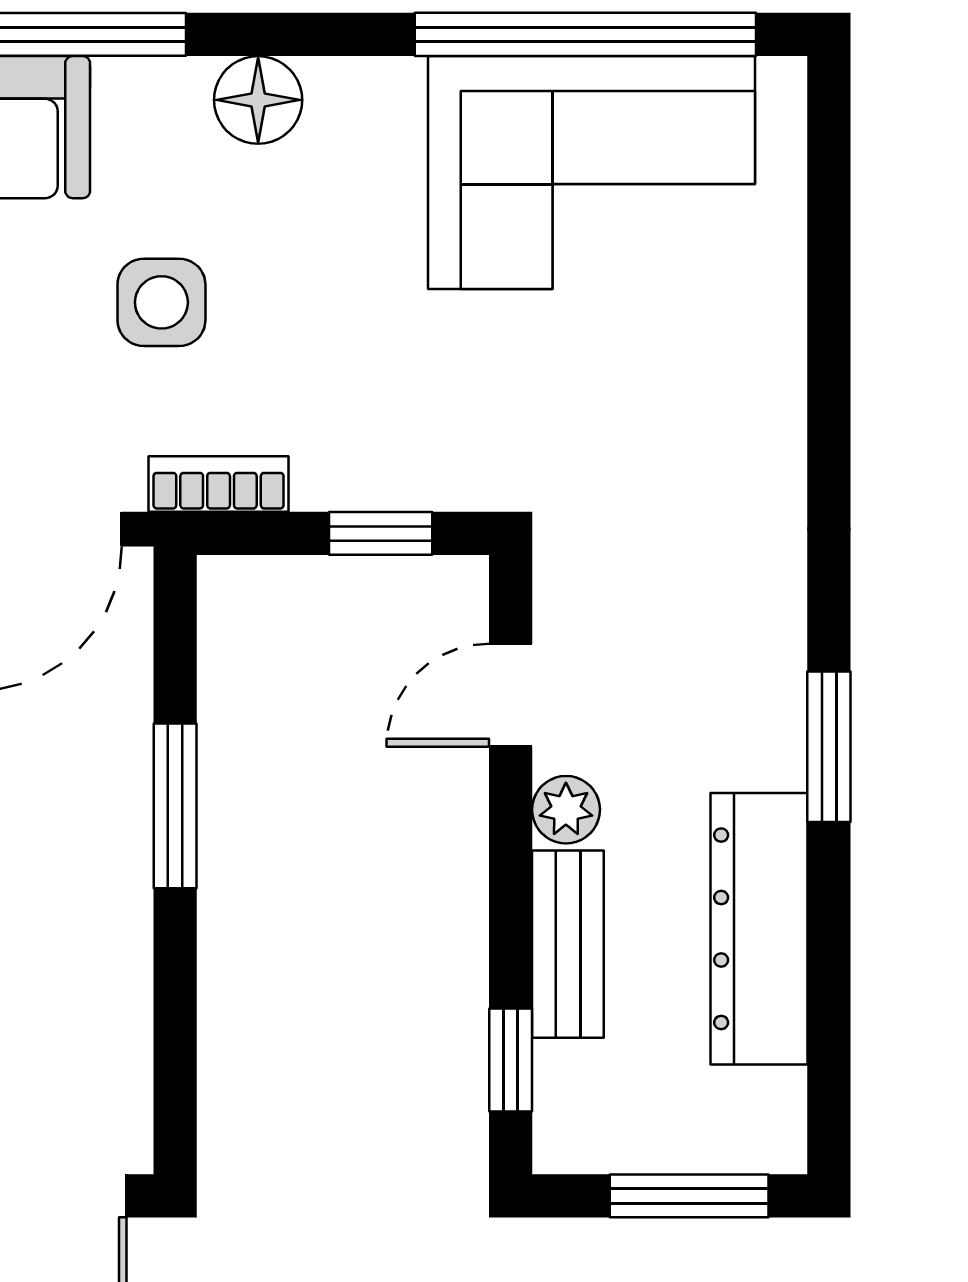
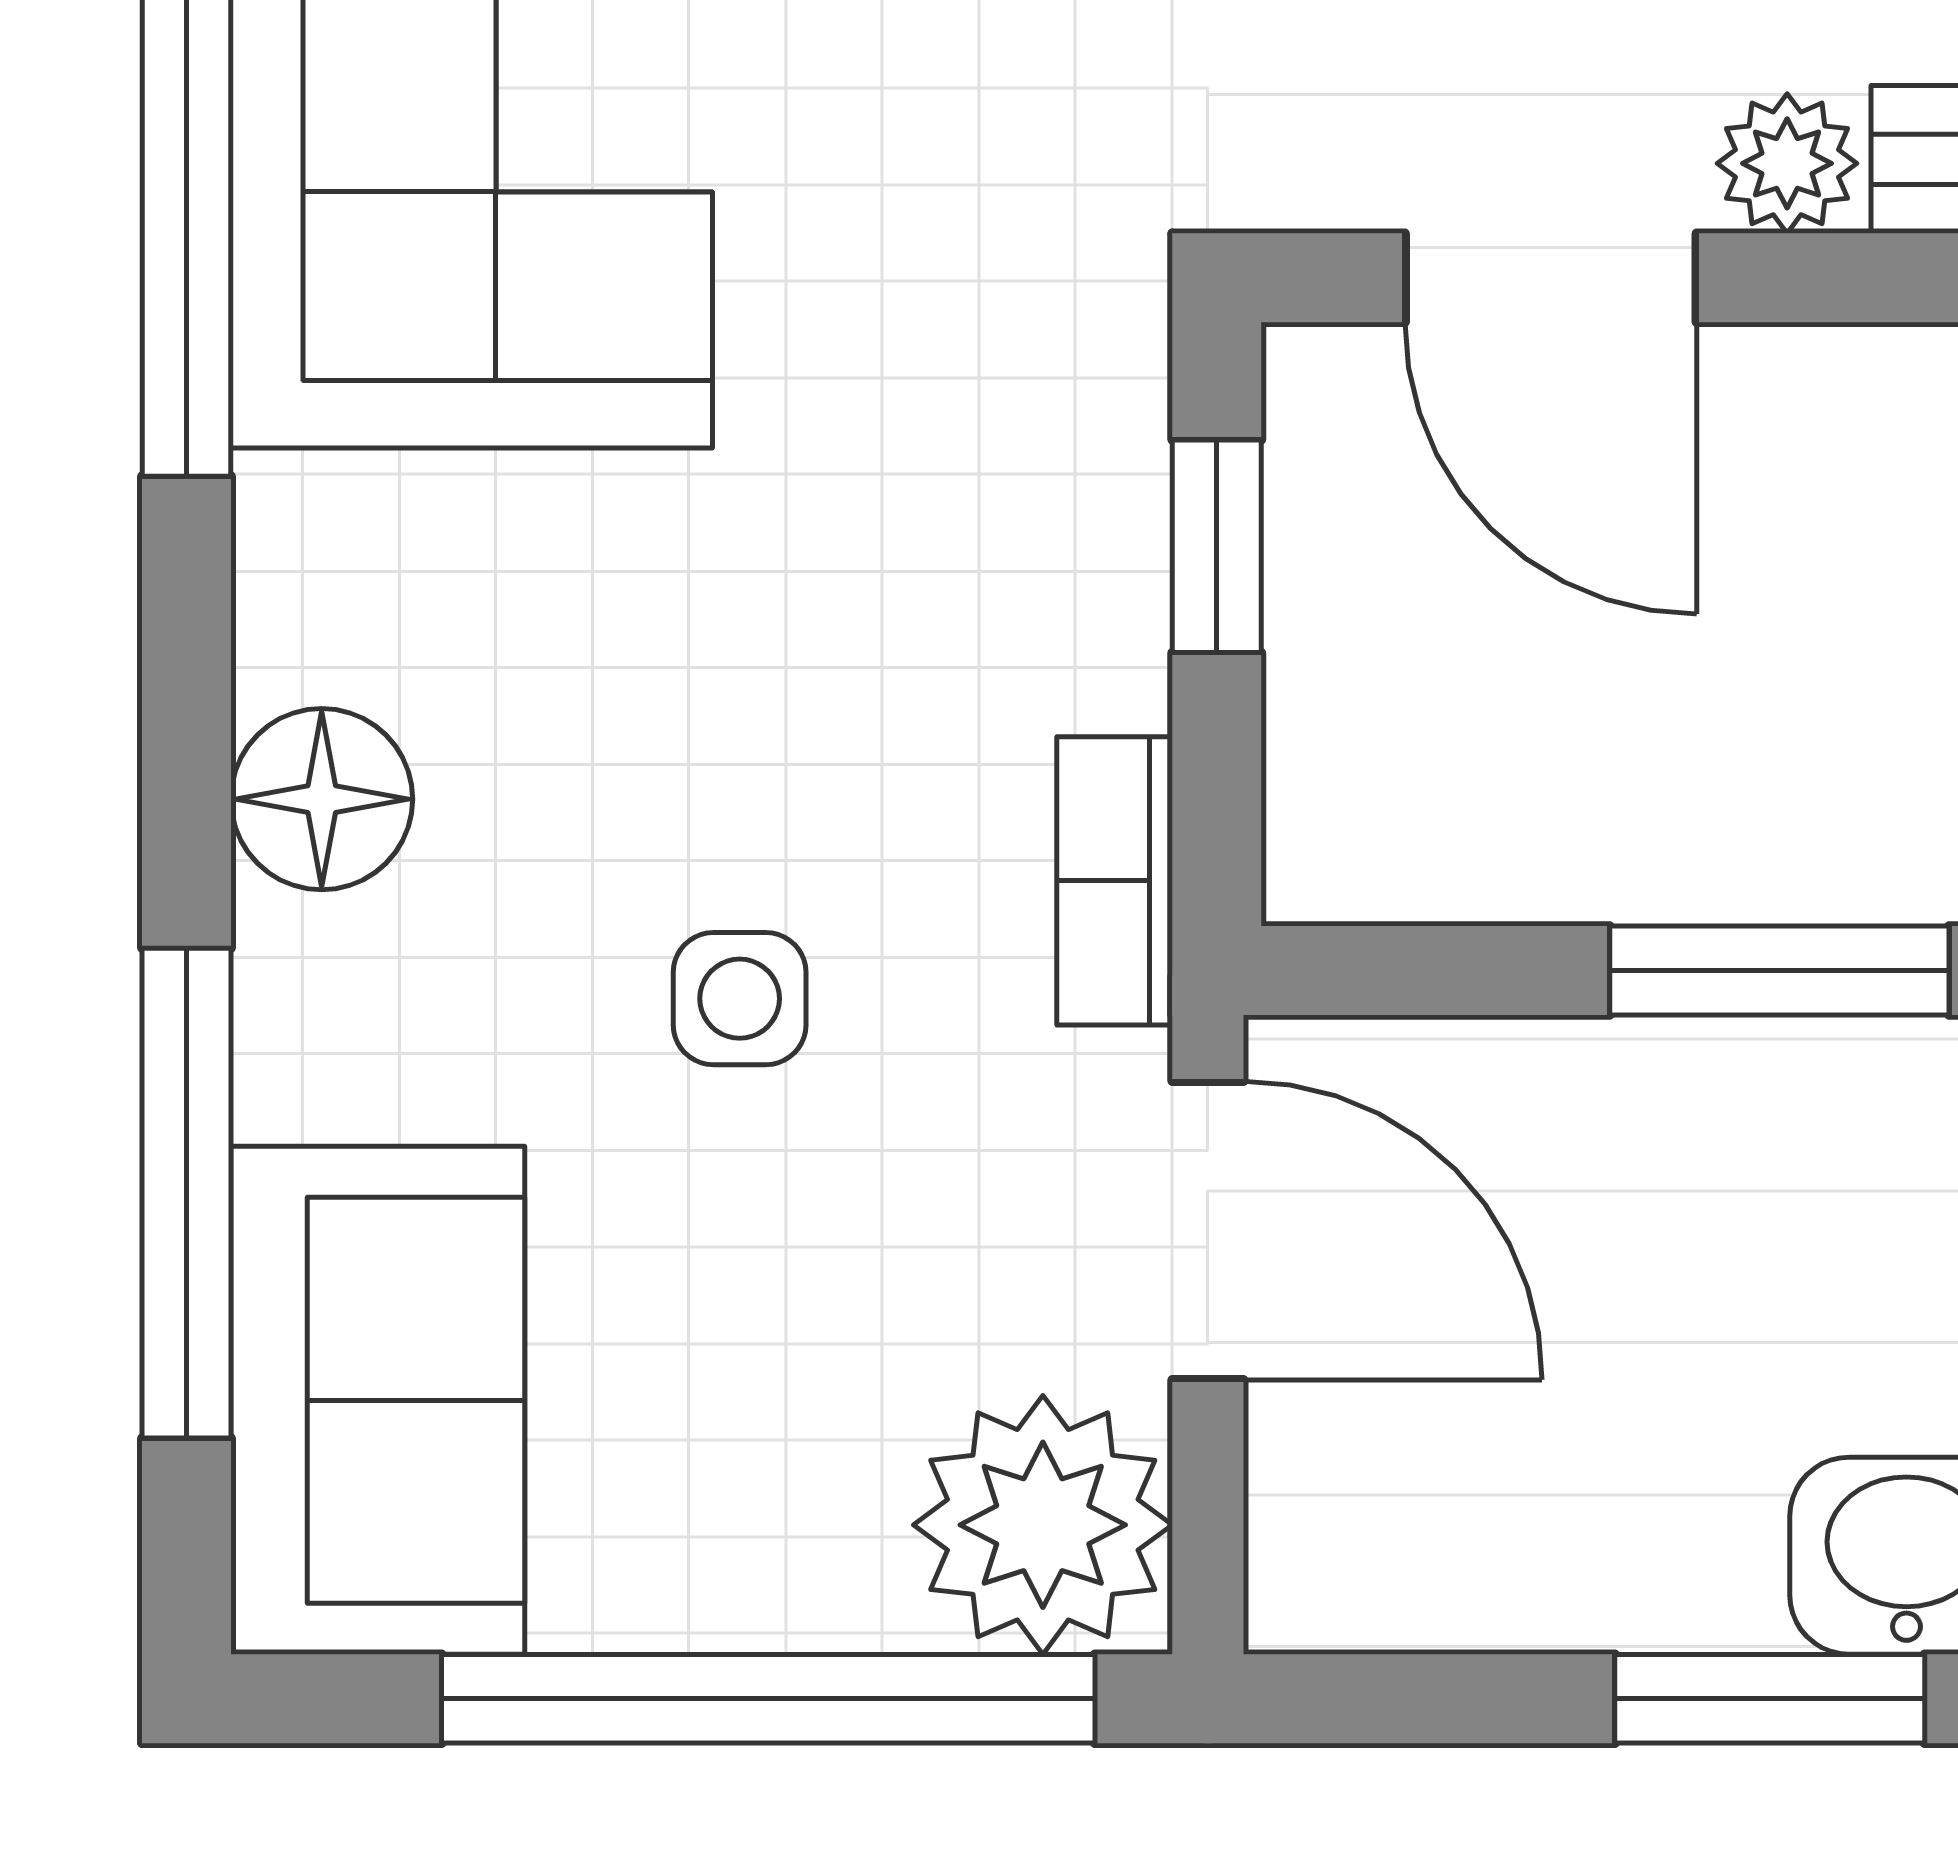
side table: (161, 302) -> (740, 999), width x0.73, depth x0.73
door: (511, 695) -> (1551, 278), width x1.38

